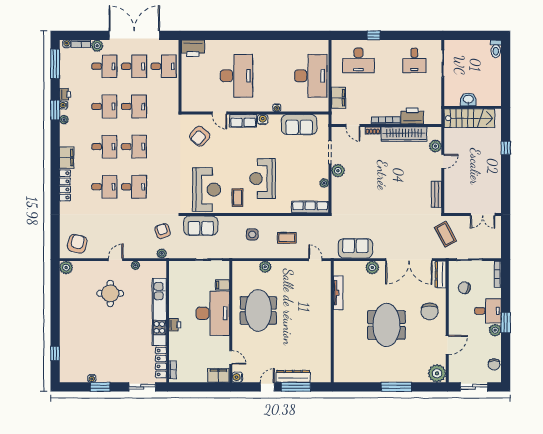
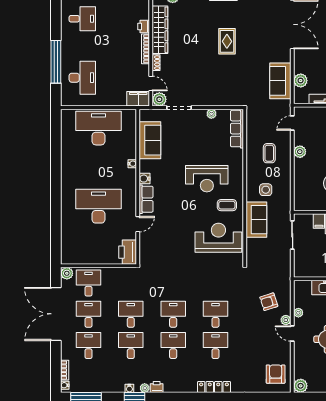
window: (374, 35) -> (56, 62), width x3.17
plant: (97, 46) -> (67, 273), moved
printer: (193, 48) -> (128, 252), moved, turned 180
printer: (65, 94) -> (157, 387), moved
filing cabinet: (338, 98) -> (138, 99), moved
printer: (412, 116) -> (144, 27), width x0.53, depth x0.68
door: (353, 125) -> (151, 84), hinge flipped
armchair: (200, 136) -> (162, 245), removed
filing cabinet: (67, 157) -> (185, 385), removed
plant: (338, 171) -> (159, 99), moved
rug: (393, 198) -> (227, 41), added
sofa: (201, 226) -> (256, 220), moved
armchair: (163, 231) -> (269, 302), moved
armchair: (77, 244) -> (276, 374), turned 77
plant: (162, 253) -> (286, 320), moved
plant: (265, 267) -> (300, 152), moved
plant: (372, 267) -> (301, 81), moved

